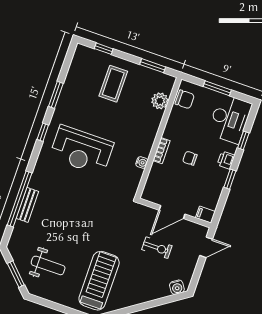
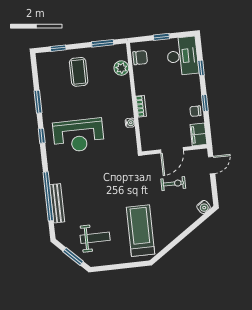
window: (217, 88) -> (161, 37), width x0.67
chair: (190, 158) -> (195, 111), moved
printer: (226, 160) -> (195, 90), removed
bench: (27, 205) -> (57, 203), width x1.36
filing cabinet: (205, 215) -> (198, 134), width x2.00

